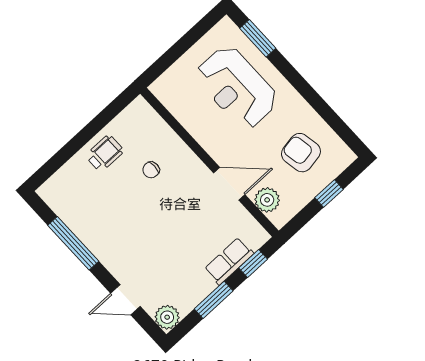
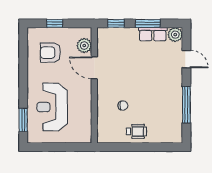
reception desk: (237, 87) -> (52, 107), turned 180
wheelchair: (105, 153) -> (136, 131), turned 180
armchair: (301, 153) -> (50, 53), turned 100
row of seats: (229, 261) -> (153, 34), moved

